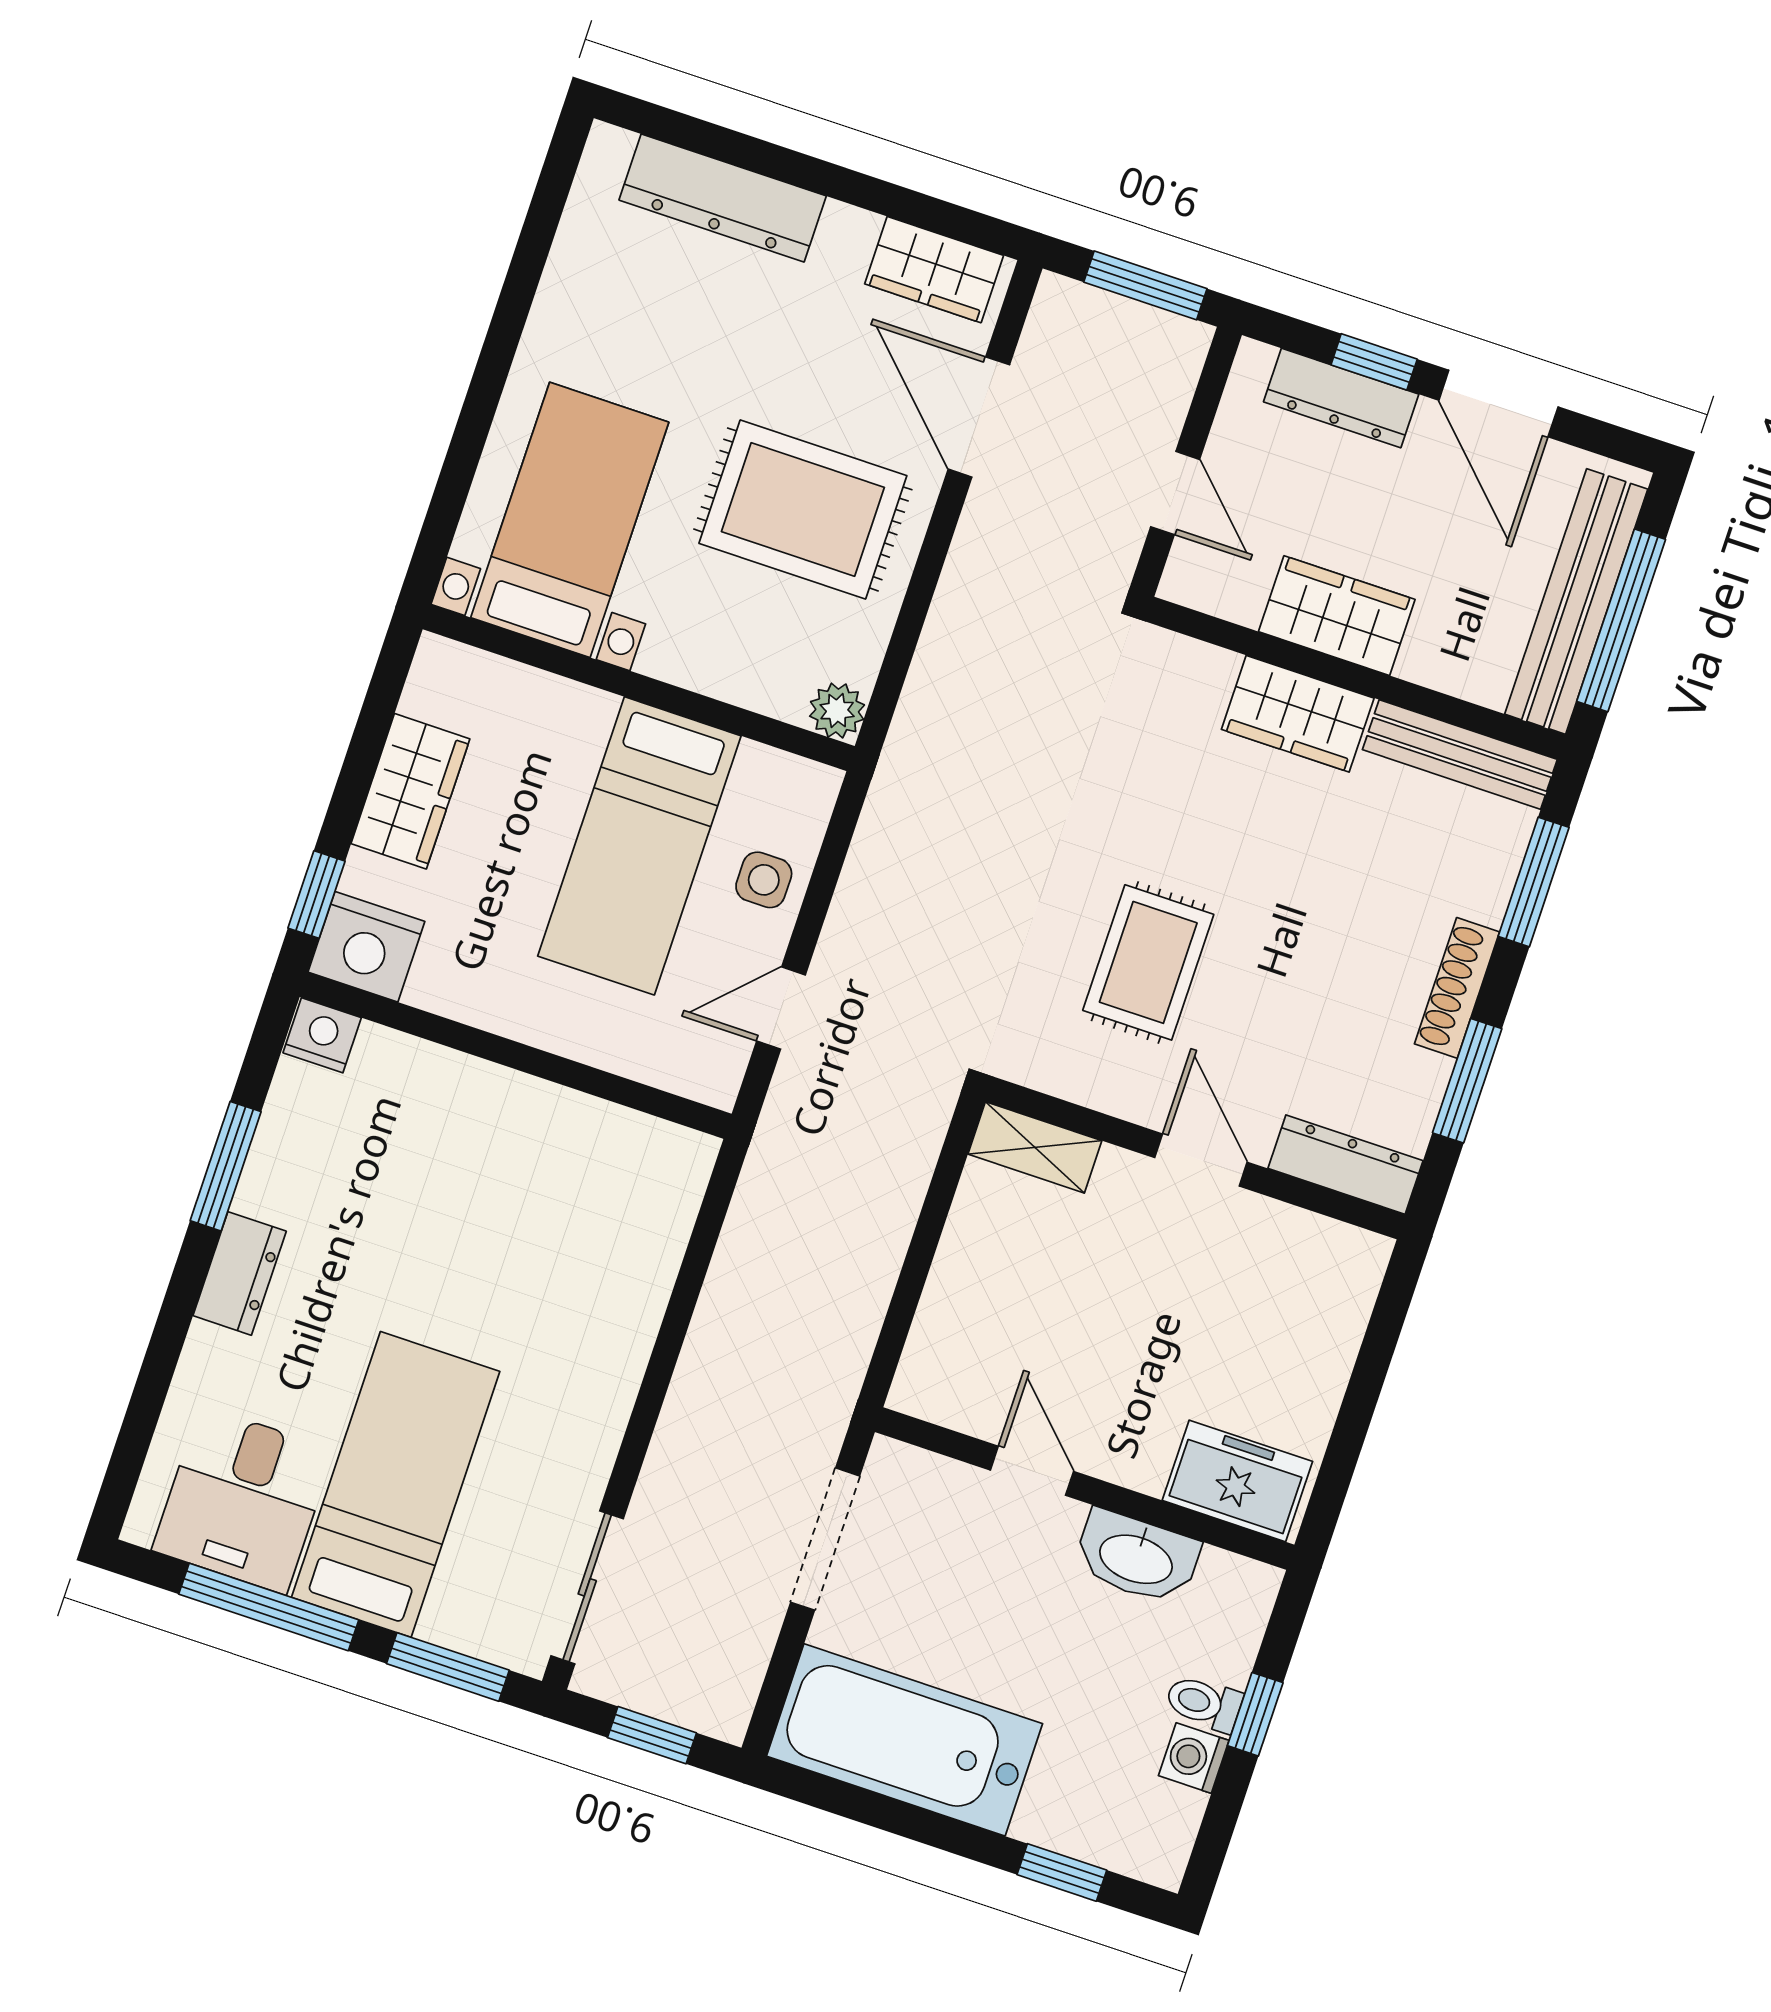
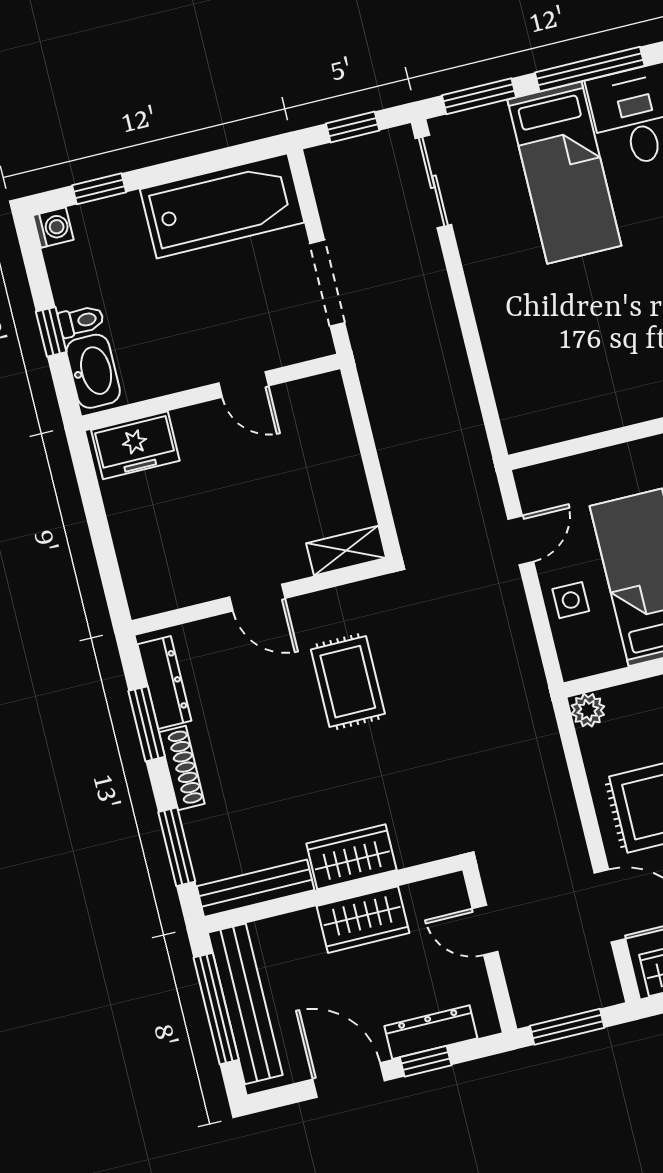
dresser: (1345, 1165) -> (164, 683), moved, turned -90
washbasin: (1137, 1557) -> (93, 371), moved, turned 90
washing machine: (1194, 1758) -> (53, 228), moved

